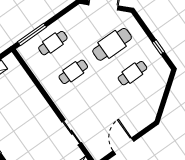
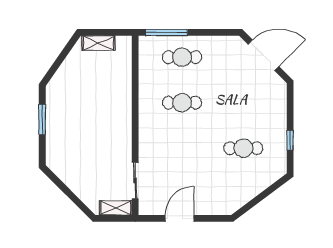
cafe table: (112, 44) -> (243, 103), removed
sliding door: (72, 132) -> (135, 180), moved

